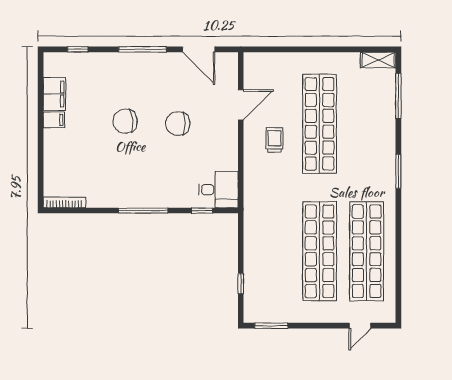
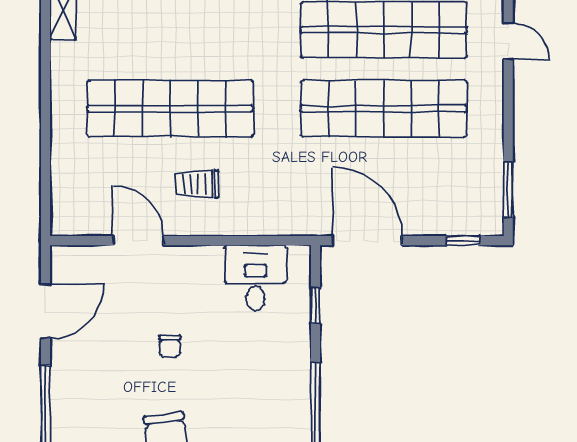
chair: (178, 124) -> (170, 346), width x0.54, depth x0.54
desk: (218, 190) -> (256, 278), moved
door: (241, 241) -> (367, 241), added
window: (241, 284) -> (463, 241), moved

